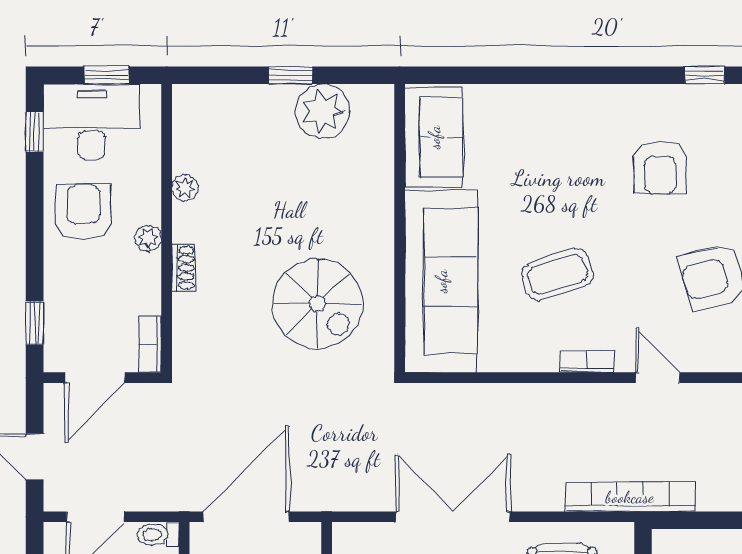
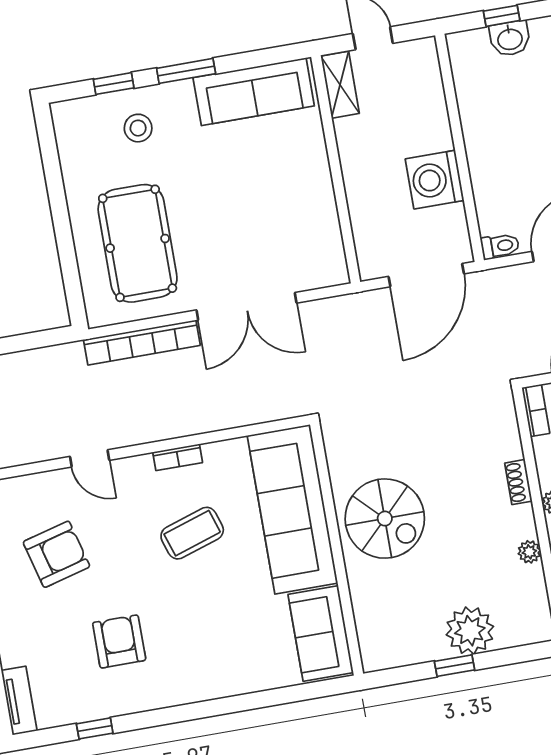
plant: (323, 111) -> (470, 631), moved
spiral stairs: (318, 304) -> (385, 519), moved, turned 180
bookcase: (587, 362) -> (178, 457), moved
bookcase: (630, 497) -> (142, 343), moved

